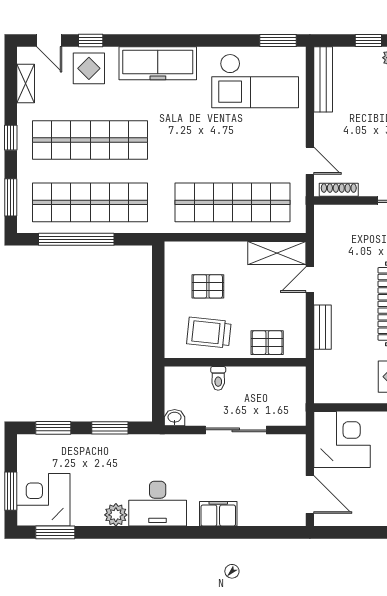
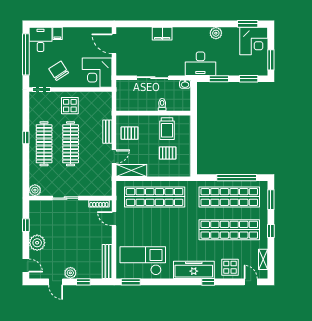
window: (91, 41) -> (208, 282), moved
trolley: (209, 333) -> (167, 129), turned 84
pallet: (267, 343) -> (130, 133), moved
window: (11, 491) -> (271, 60), moved
desk: (158, 504) -> (200, 64), moved, turned 180

